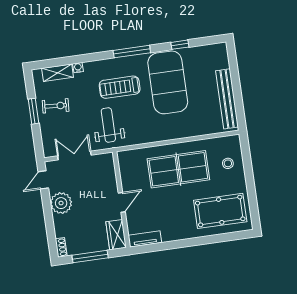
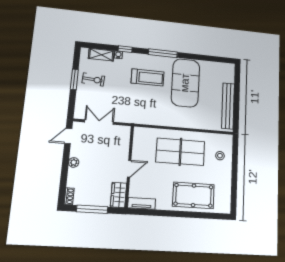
window: (180, 45) -> (125, 49), moved
treadmill: (120, 87) -> (148, 77), turned 180
weight bench: (108, 125) -> (132, 104), removed
plant: (61, 203) -> (74, 162), width x0.53, depth x0.53
pool table: (220, 211) -> (193, 195), moved

